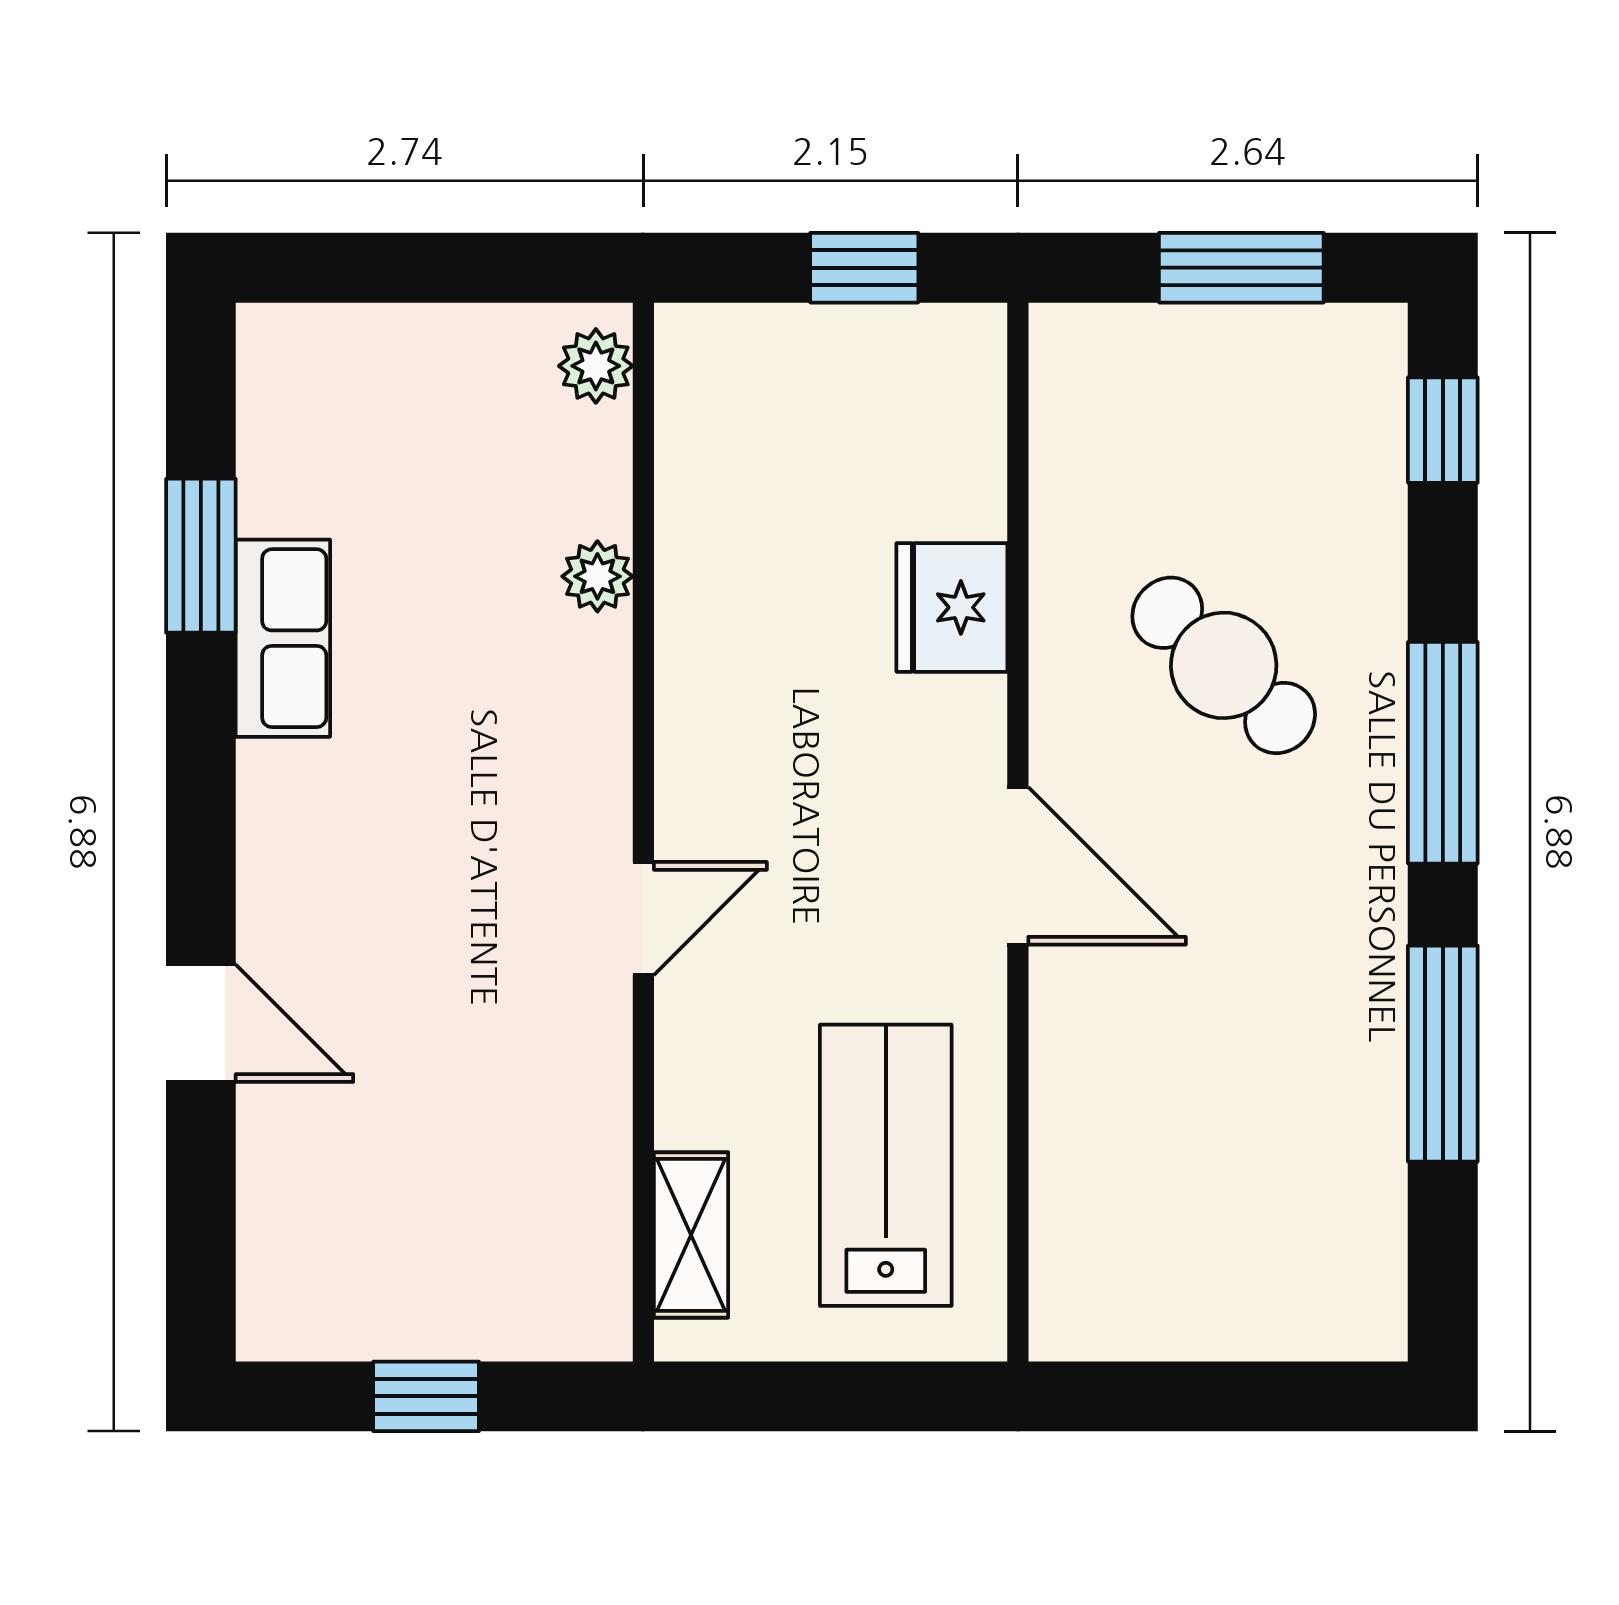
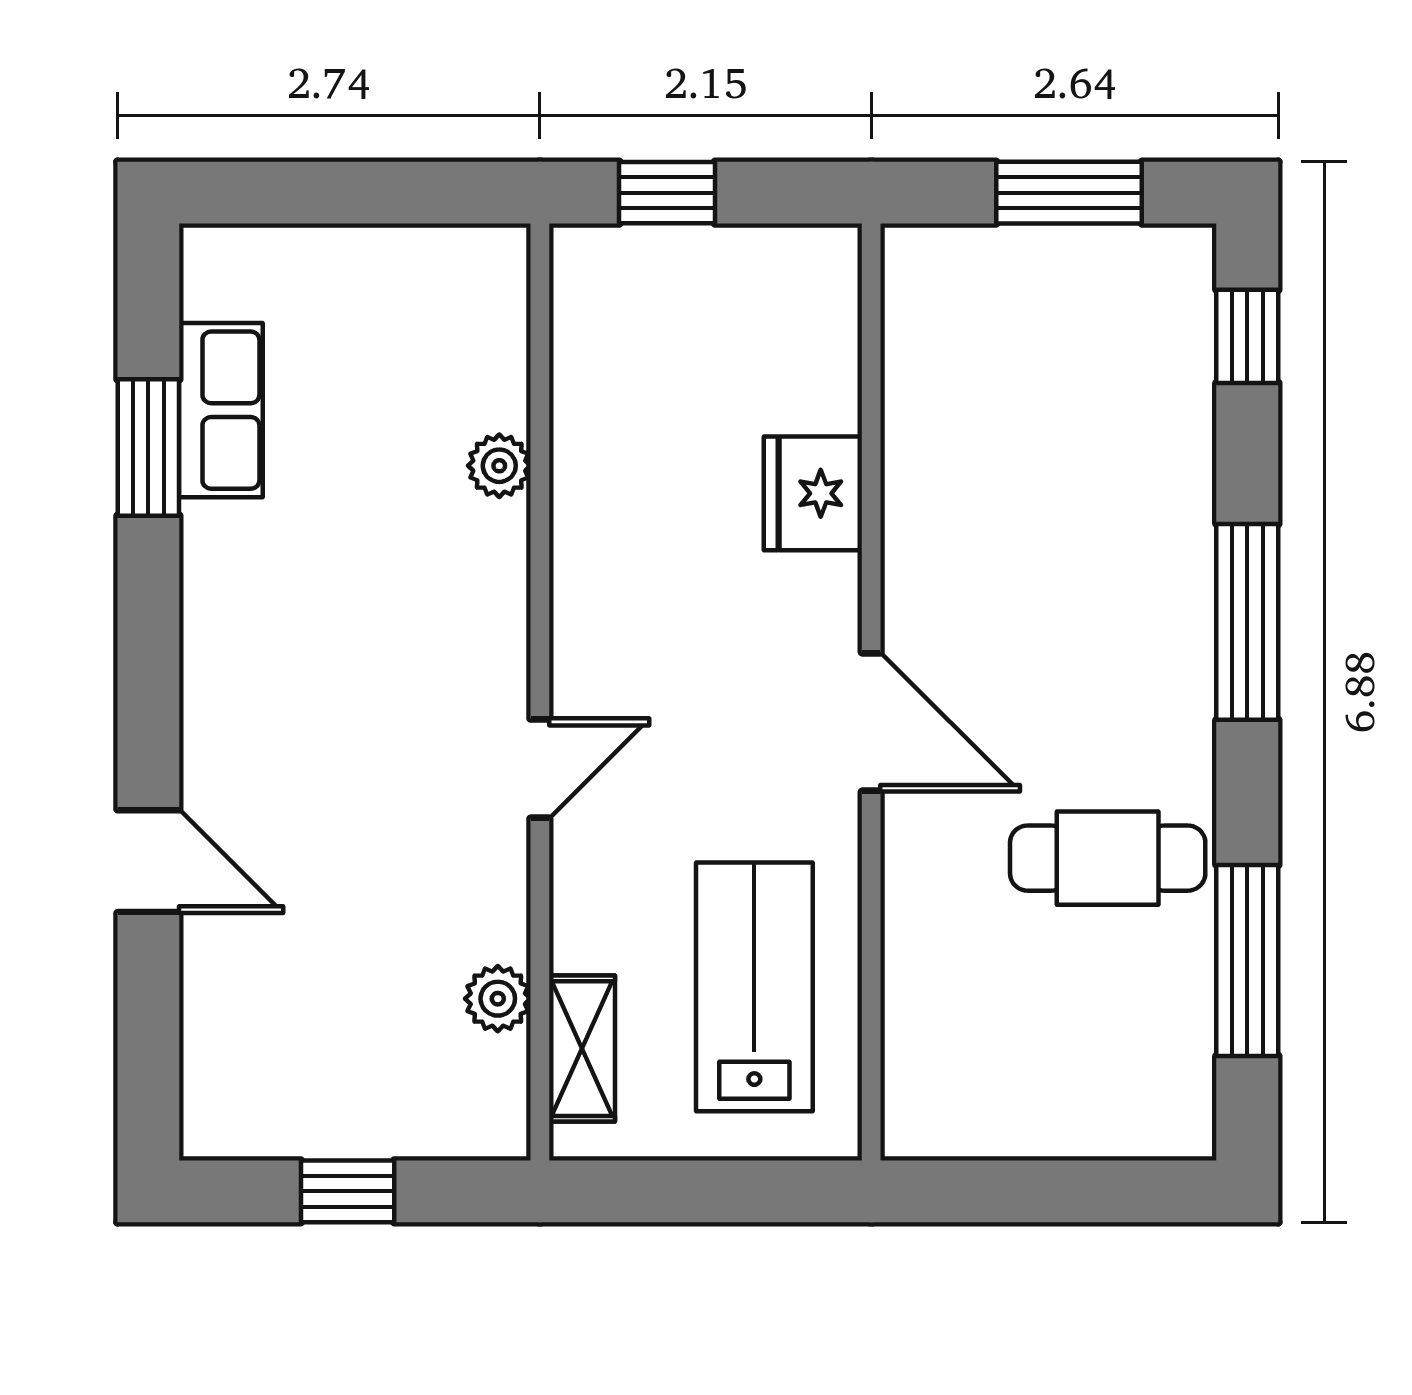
window: (864, 268) -> (667, 193), moved
plant: (596, 366) -> (498, 999), moved
row of seats: (283, 638) -> (221, 410), moved
cafe table: (1224, 665) -> (1108, 858), moved, turned -43
window: (1443, 1054) -> (1247, 960), moved

